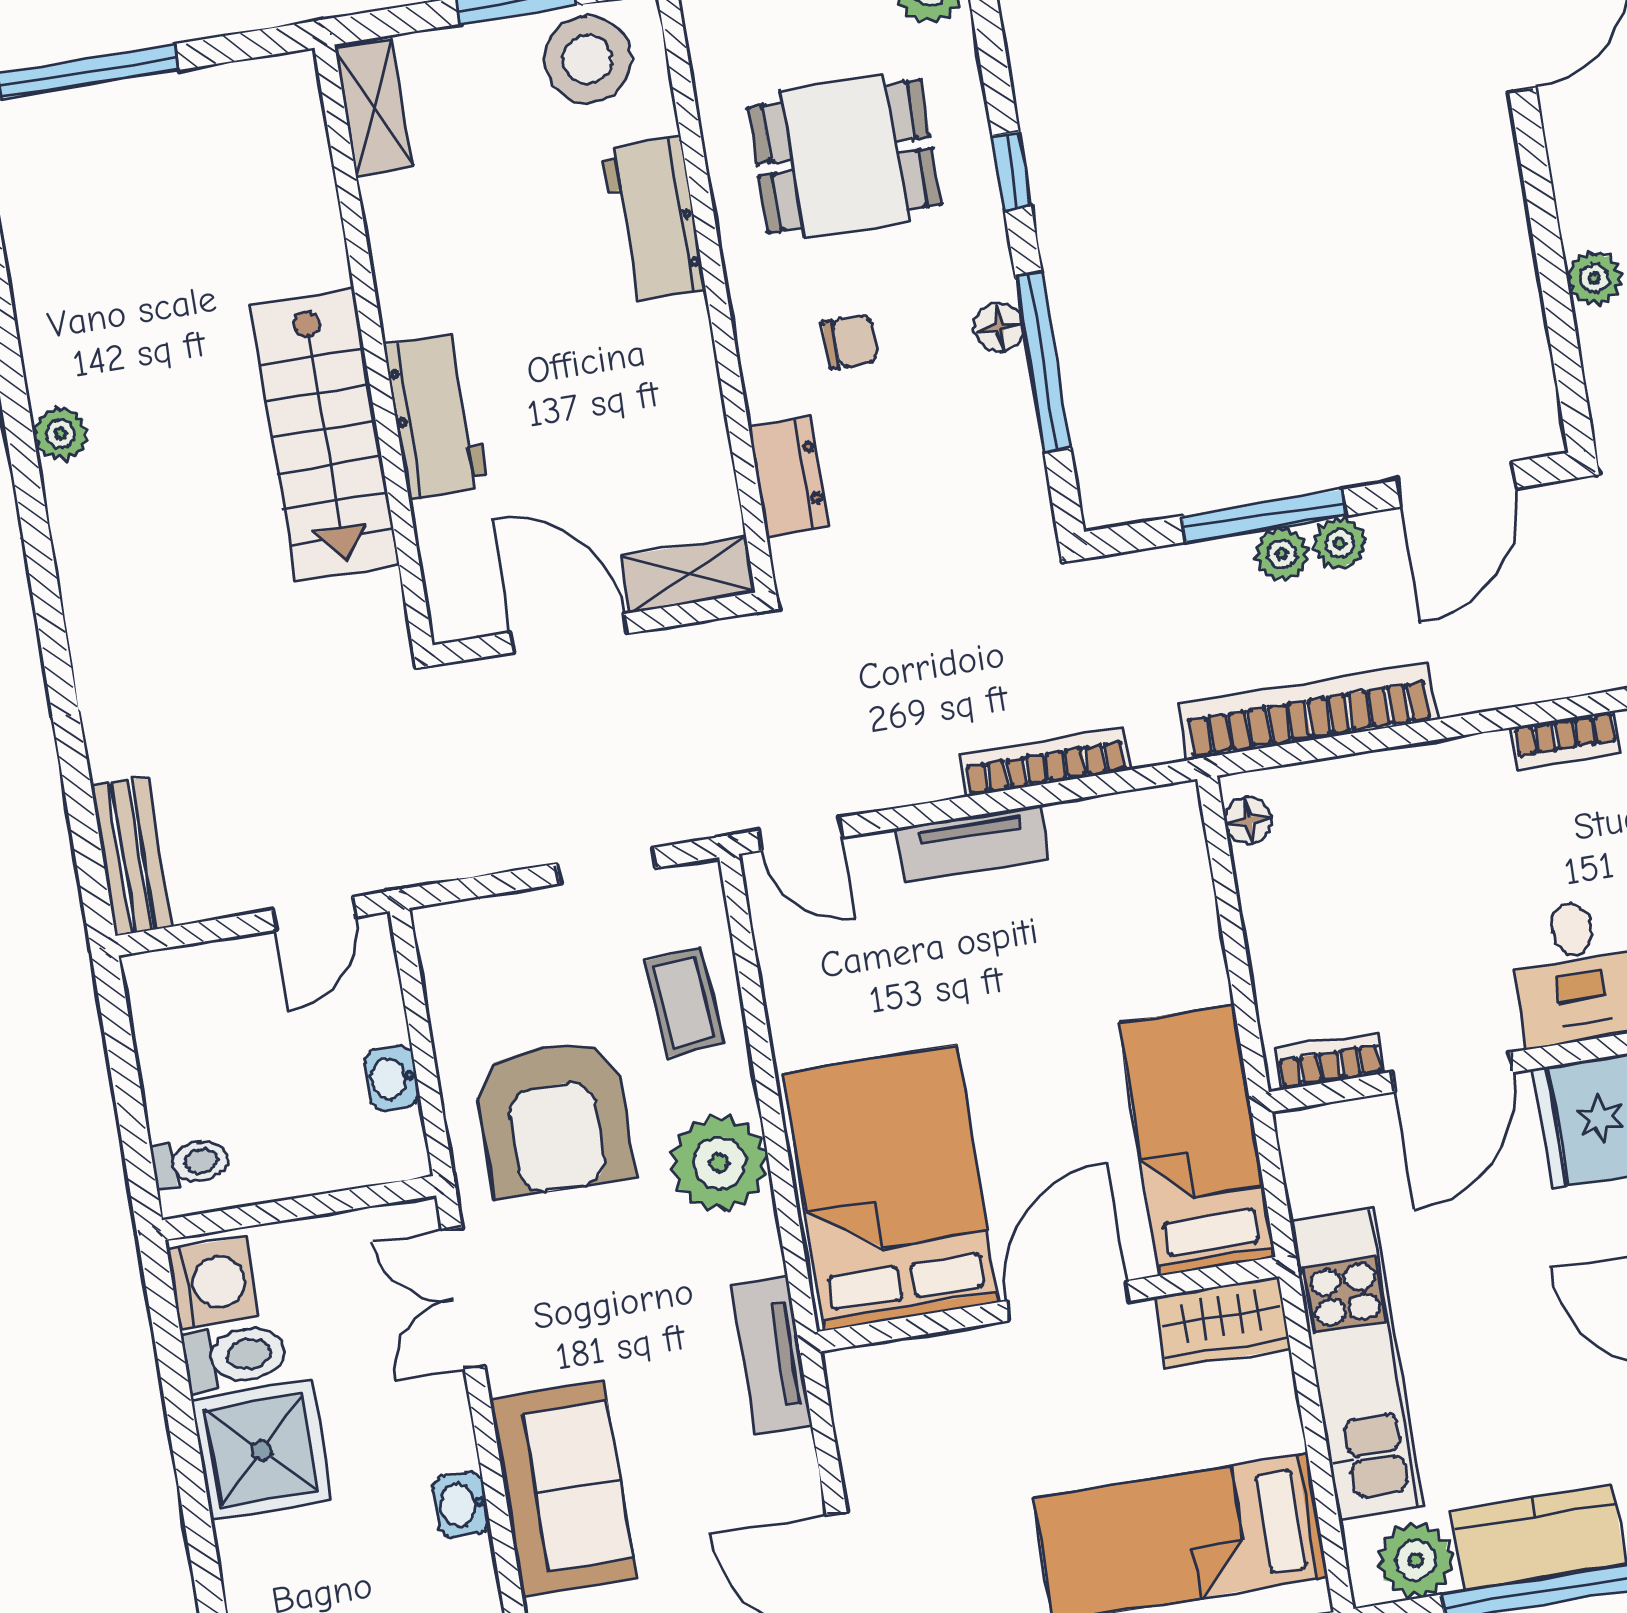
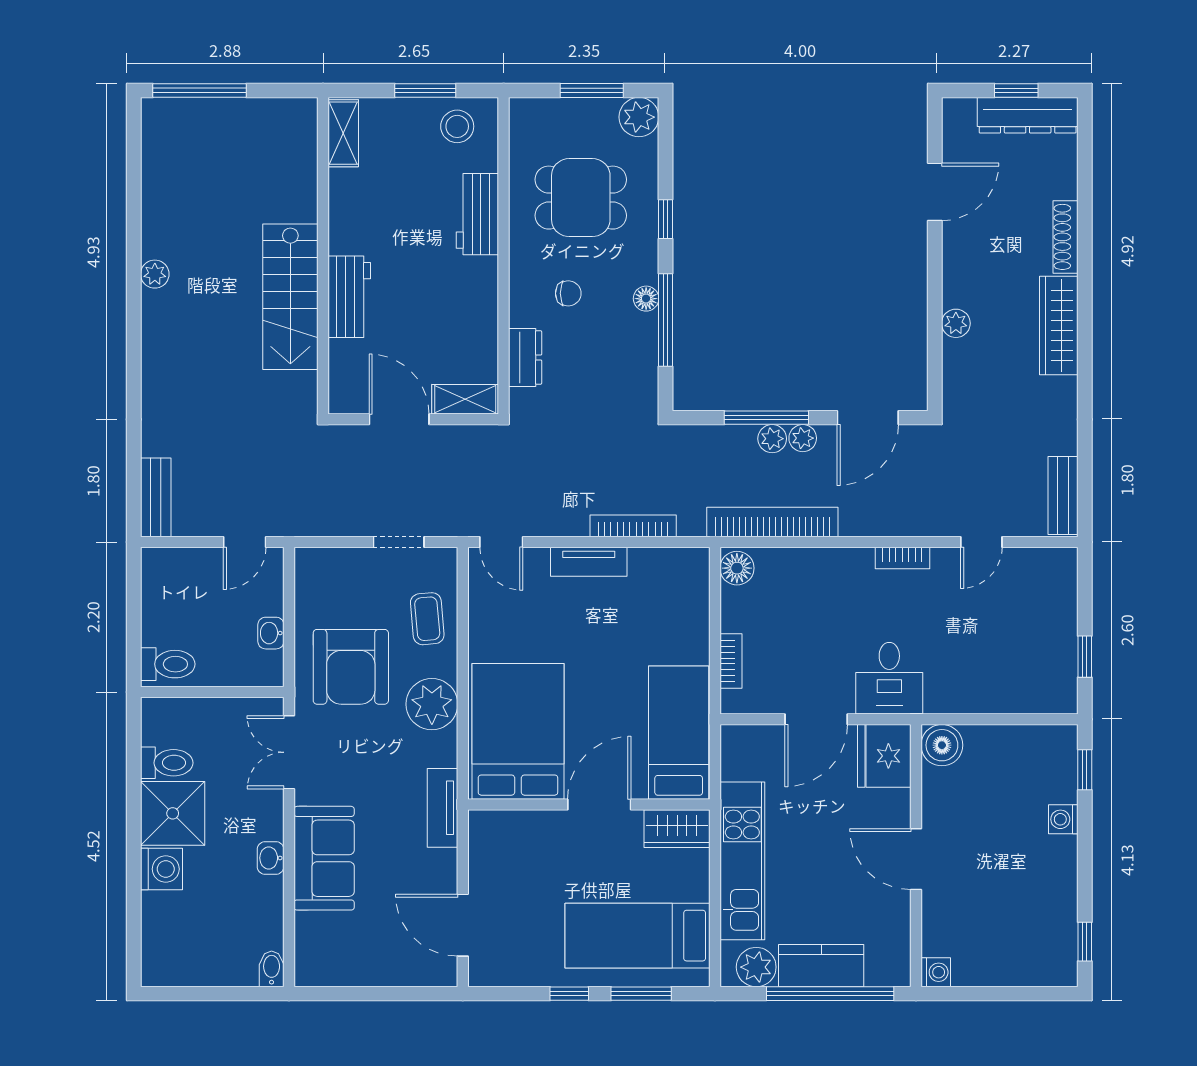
stool: (588, 60) -> (457, 126), width x0.73, depth x0.73
floor lamp: (1248, 820) -> (737, 568), width x1.37, depth x1.37
bookcase: (1330, 1061) -> (731, 661), moved, turned 90
toilet: (190, 1163) -> (168, 664), width x1.37, depth x1.39
washing machine: (213, 1283) -> (162, 869), moved

